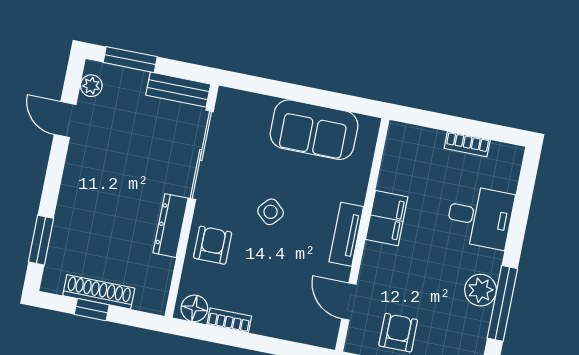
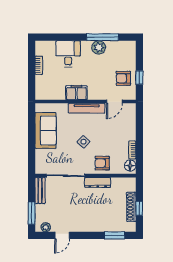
tv unit: (346, 234) -> (87, 108), width x1.41

